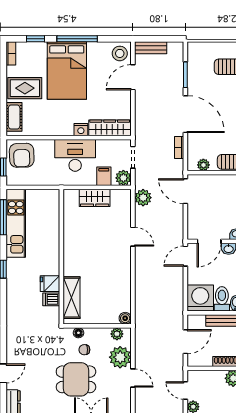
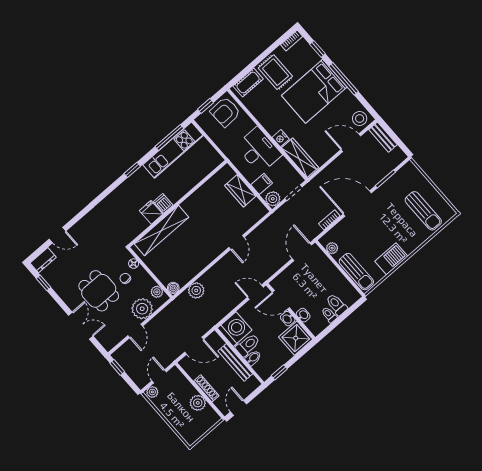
door: (185, 114) -> (357, 203), swing flipped
plant: (143, 198) -> (196, 290), moved
shelving: (72, 298) -> (161, 230), width x1.47
dishwasher: (51, 299) -> (163, 203), moved

